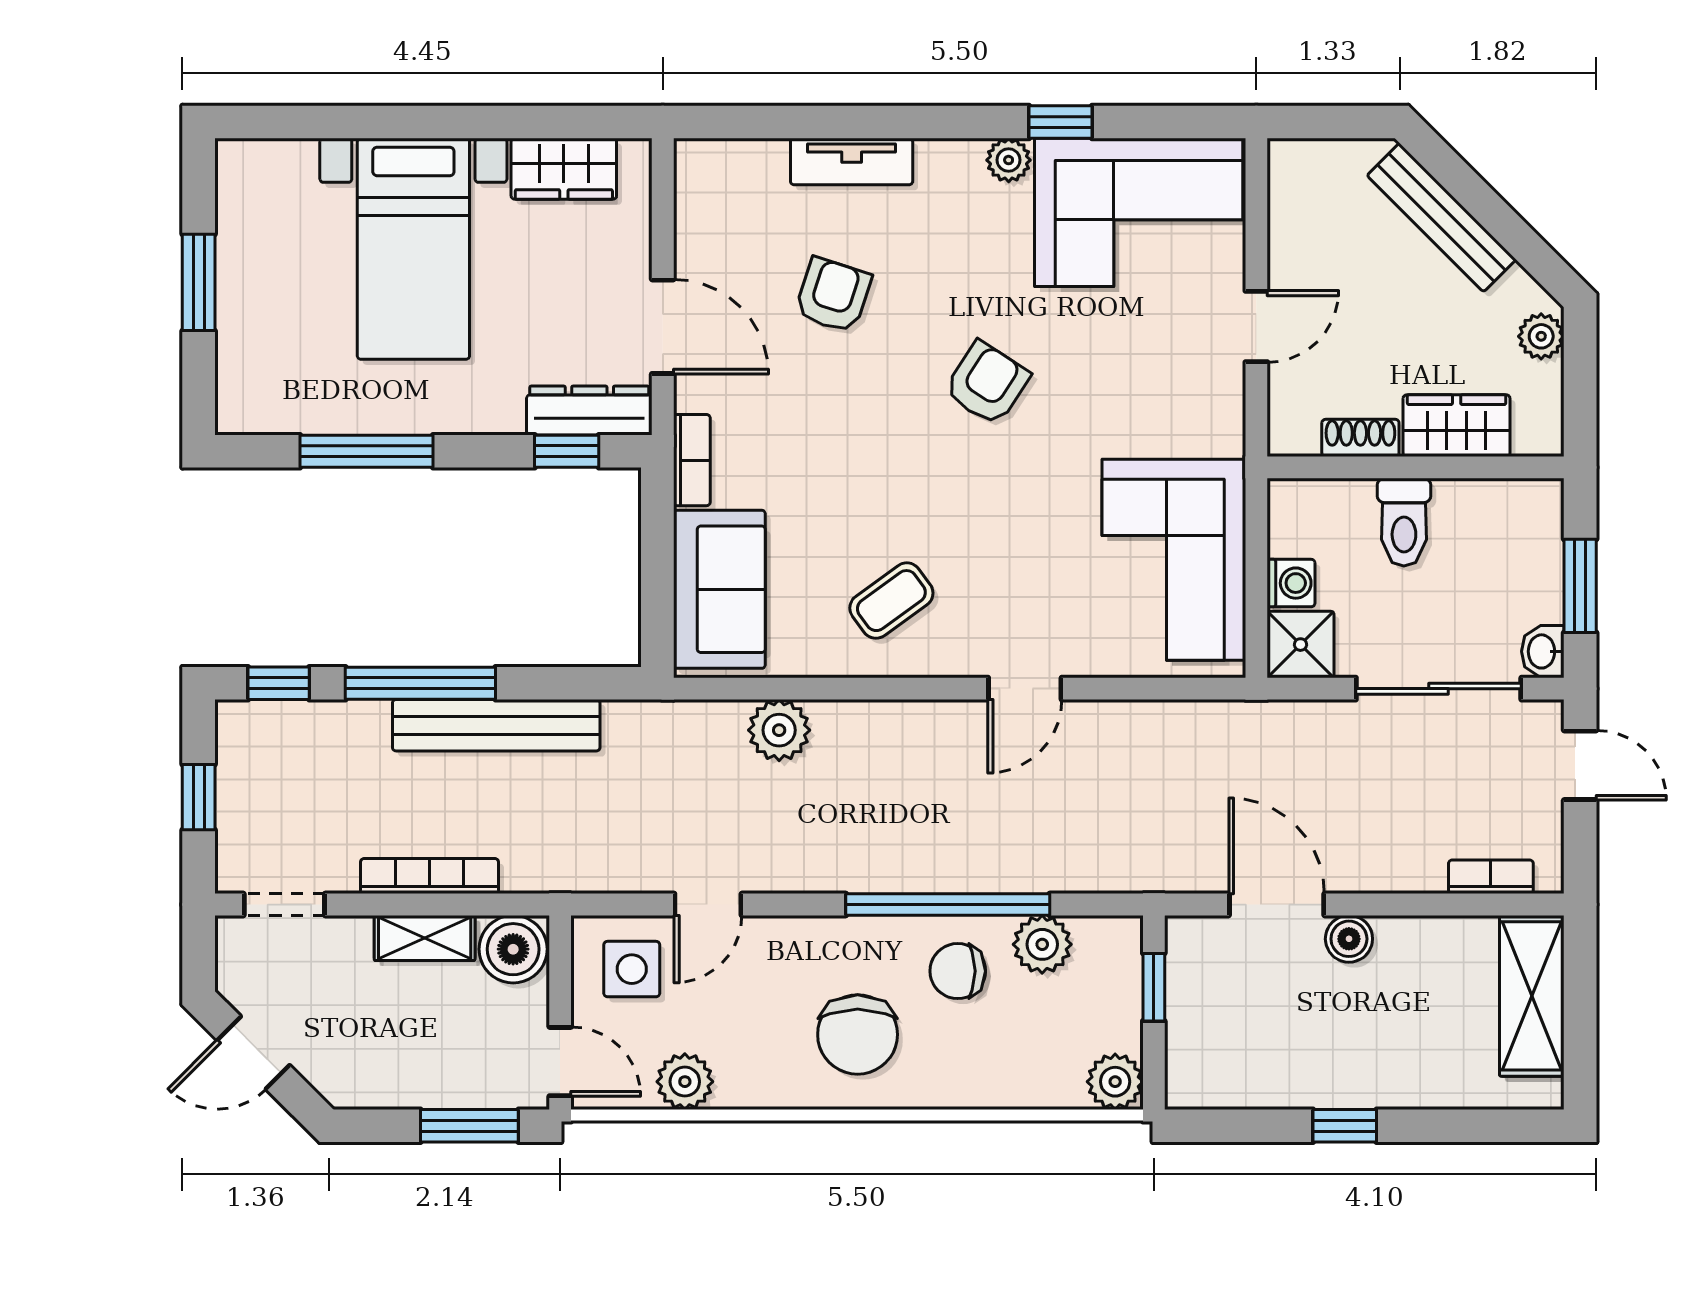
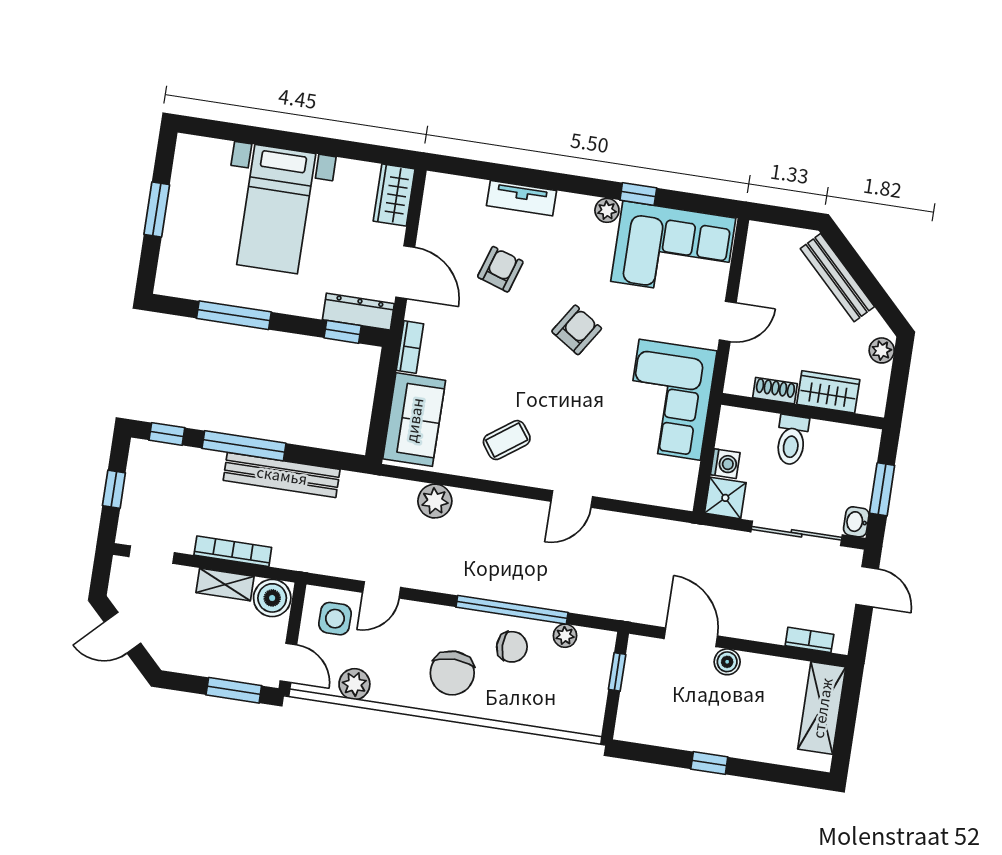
wardrobe: (564, 169) -> (394, 195), moved, turned 90
corner sofa: (1174, 560) -> (670, 400), moved
plant: (1042, 944) -> (565, 636), width x0.73, depth x0.73
chair: (958, 971) -> (512, 647), turned 180
plant: (1115, 1082) -> (588, 720), removed

